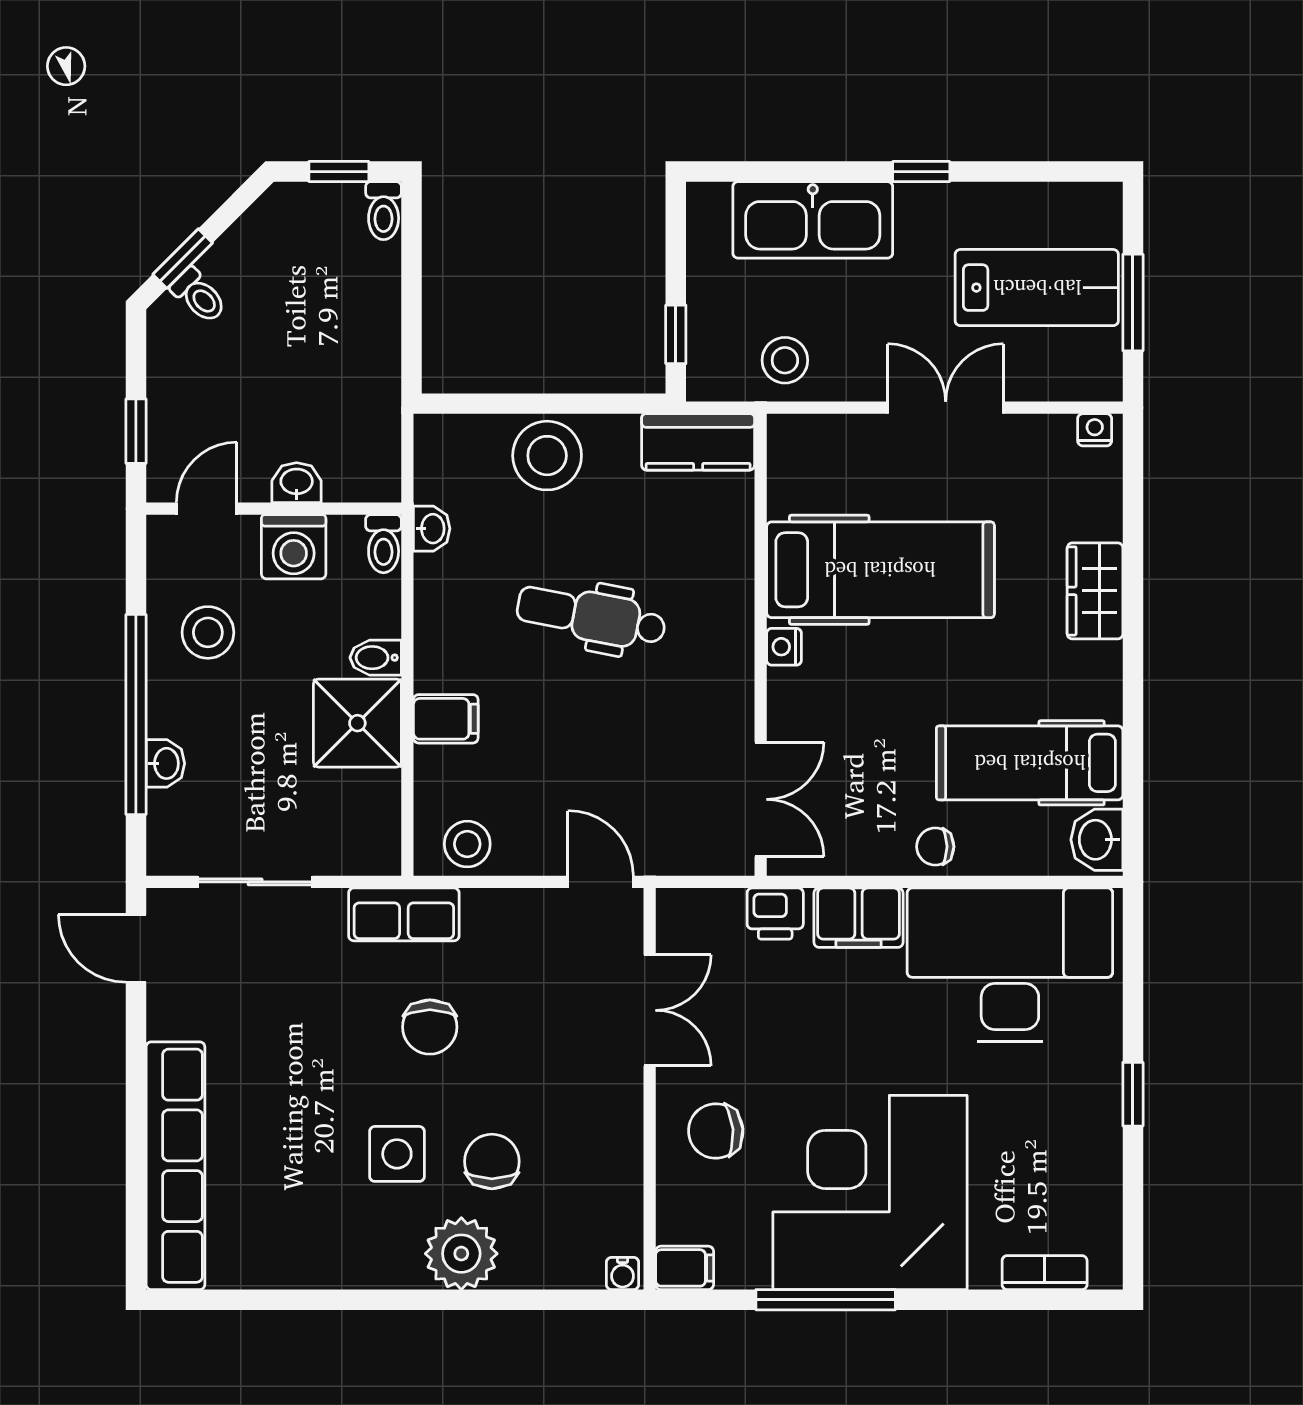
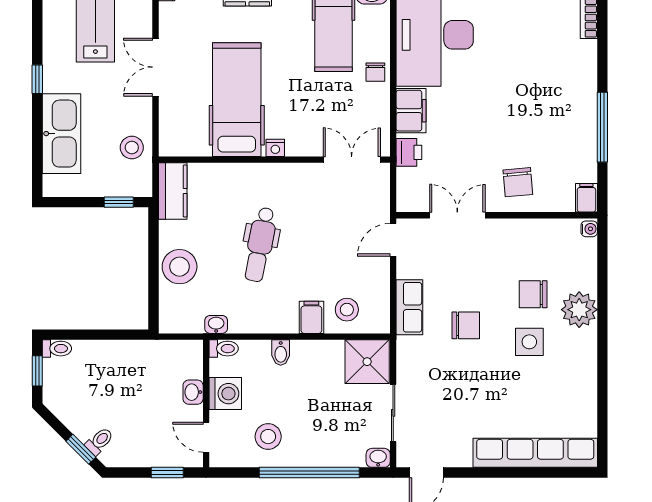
shower: (357, 723) -> (367, 362), moved
washbasin: (165, 763) -> (378, 458), moved
stool: (467, 844) -> (347, 310), moved
row of seats: (404, 914) -> (409, 307), moved
corner desk: (870, 1192) -> (549, 105), removed

